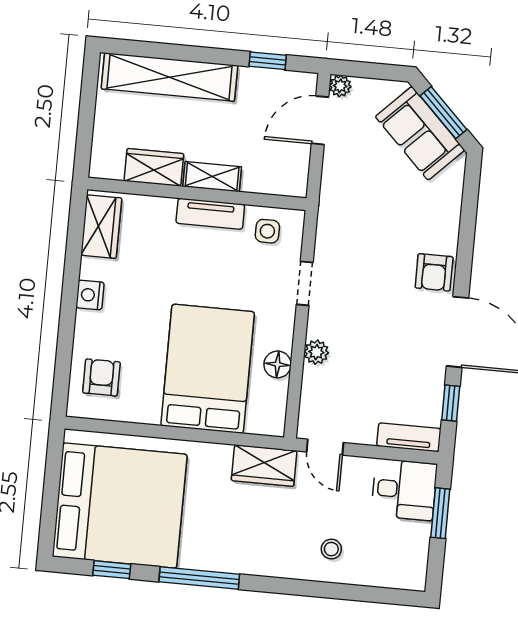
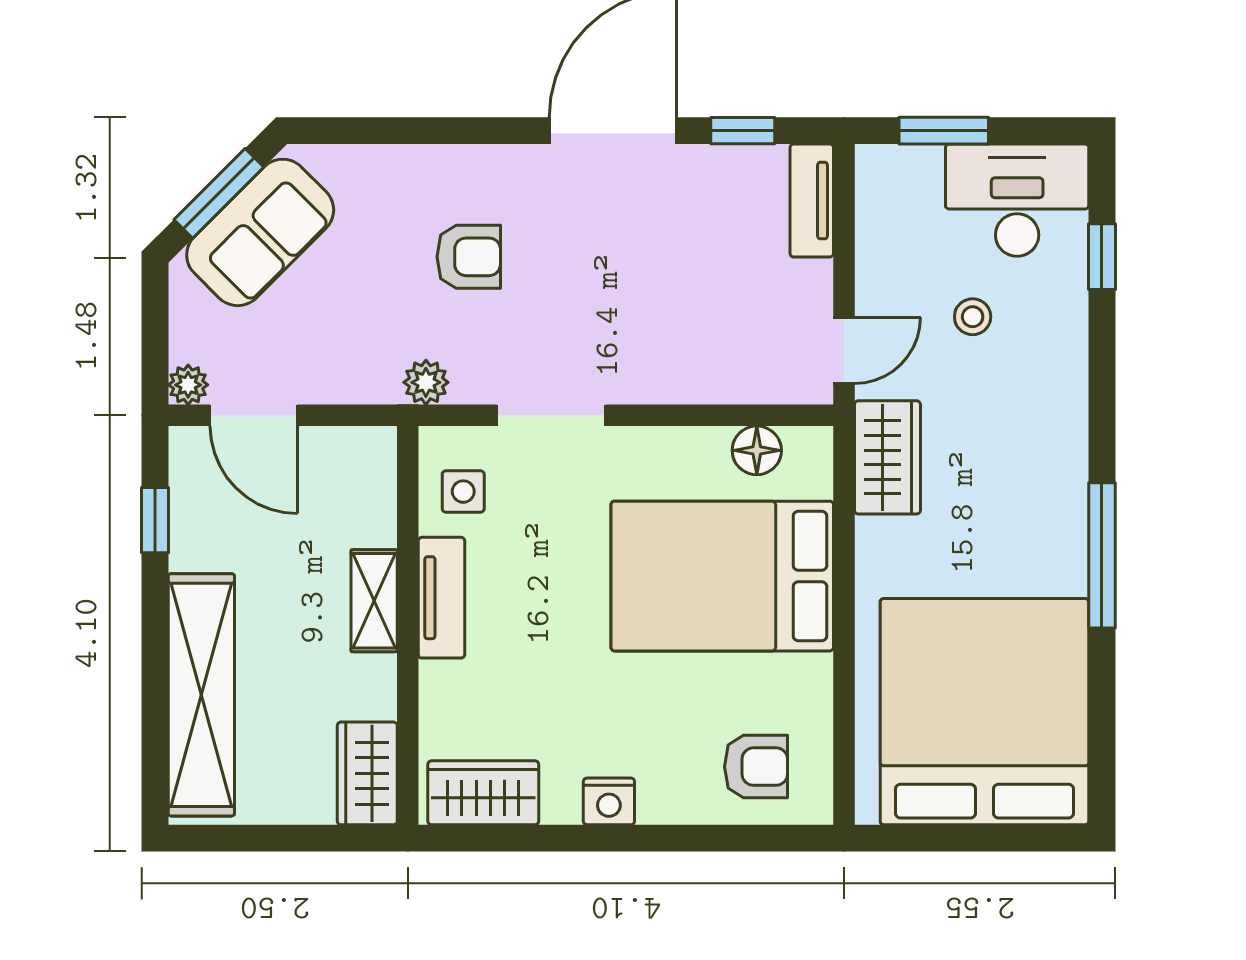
wardrobe: (154, 167) -> (367, 773), moved
armchair: (434, 272) -> (469, 257), moved
doorway: (305, 283) -> (551, 415), width x1.38
plant: (316, 352) -> (426, 382), moved
floor lamp: (278, 364) -> (757, 450), moved
armchair: (101, 377) -> (756, 767), turned 180
desk: (404, 490) -> (1017, 200), moved, width x1.37
stool: (331, 549) -> (973, 317), moved
window: (112, 570) -> (1102, 257), moved

